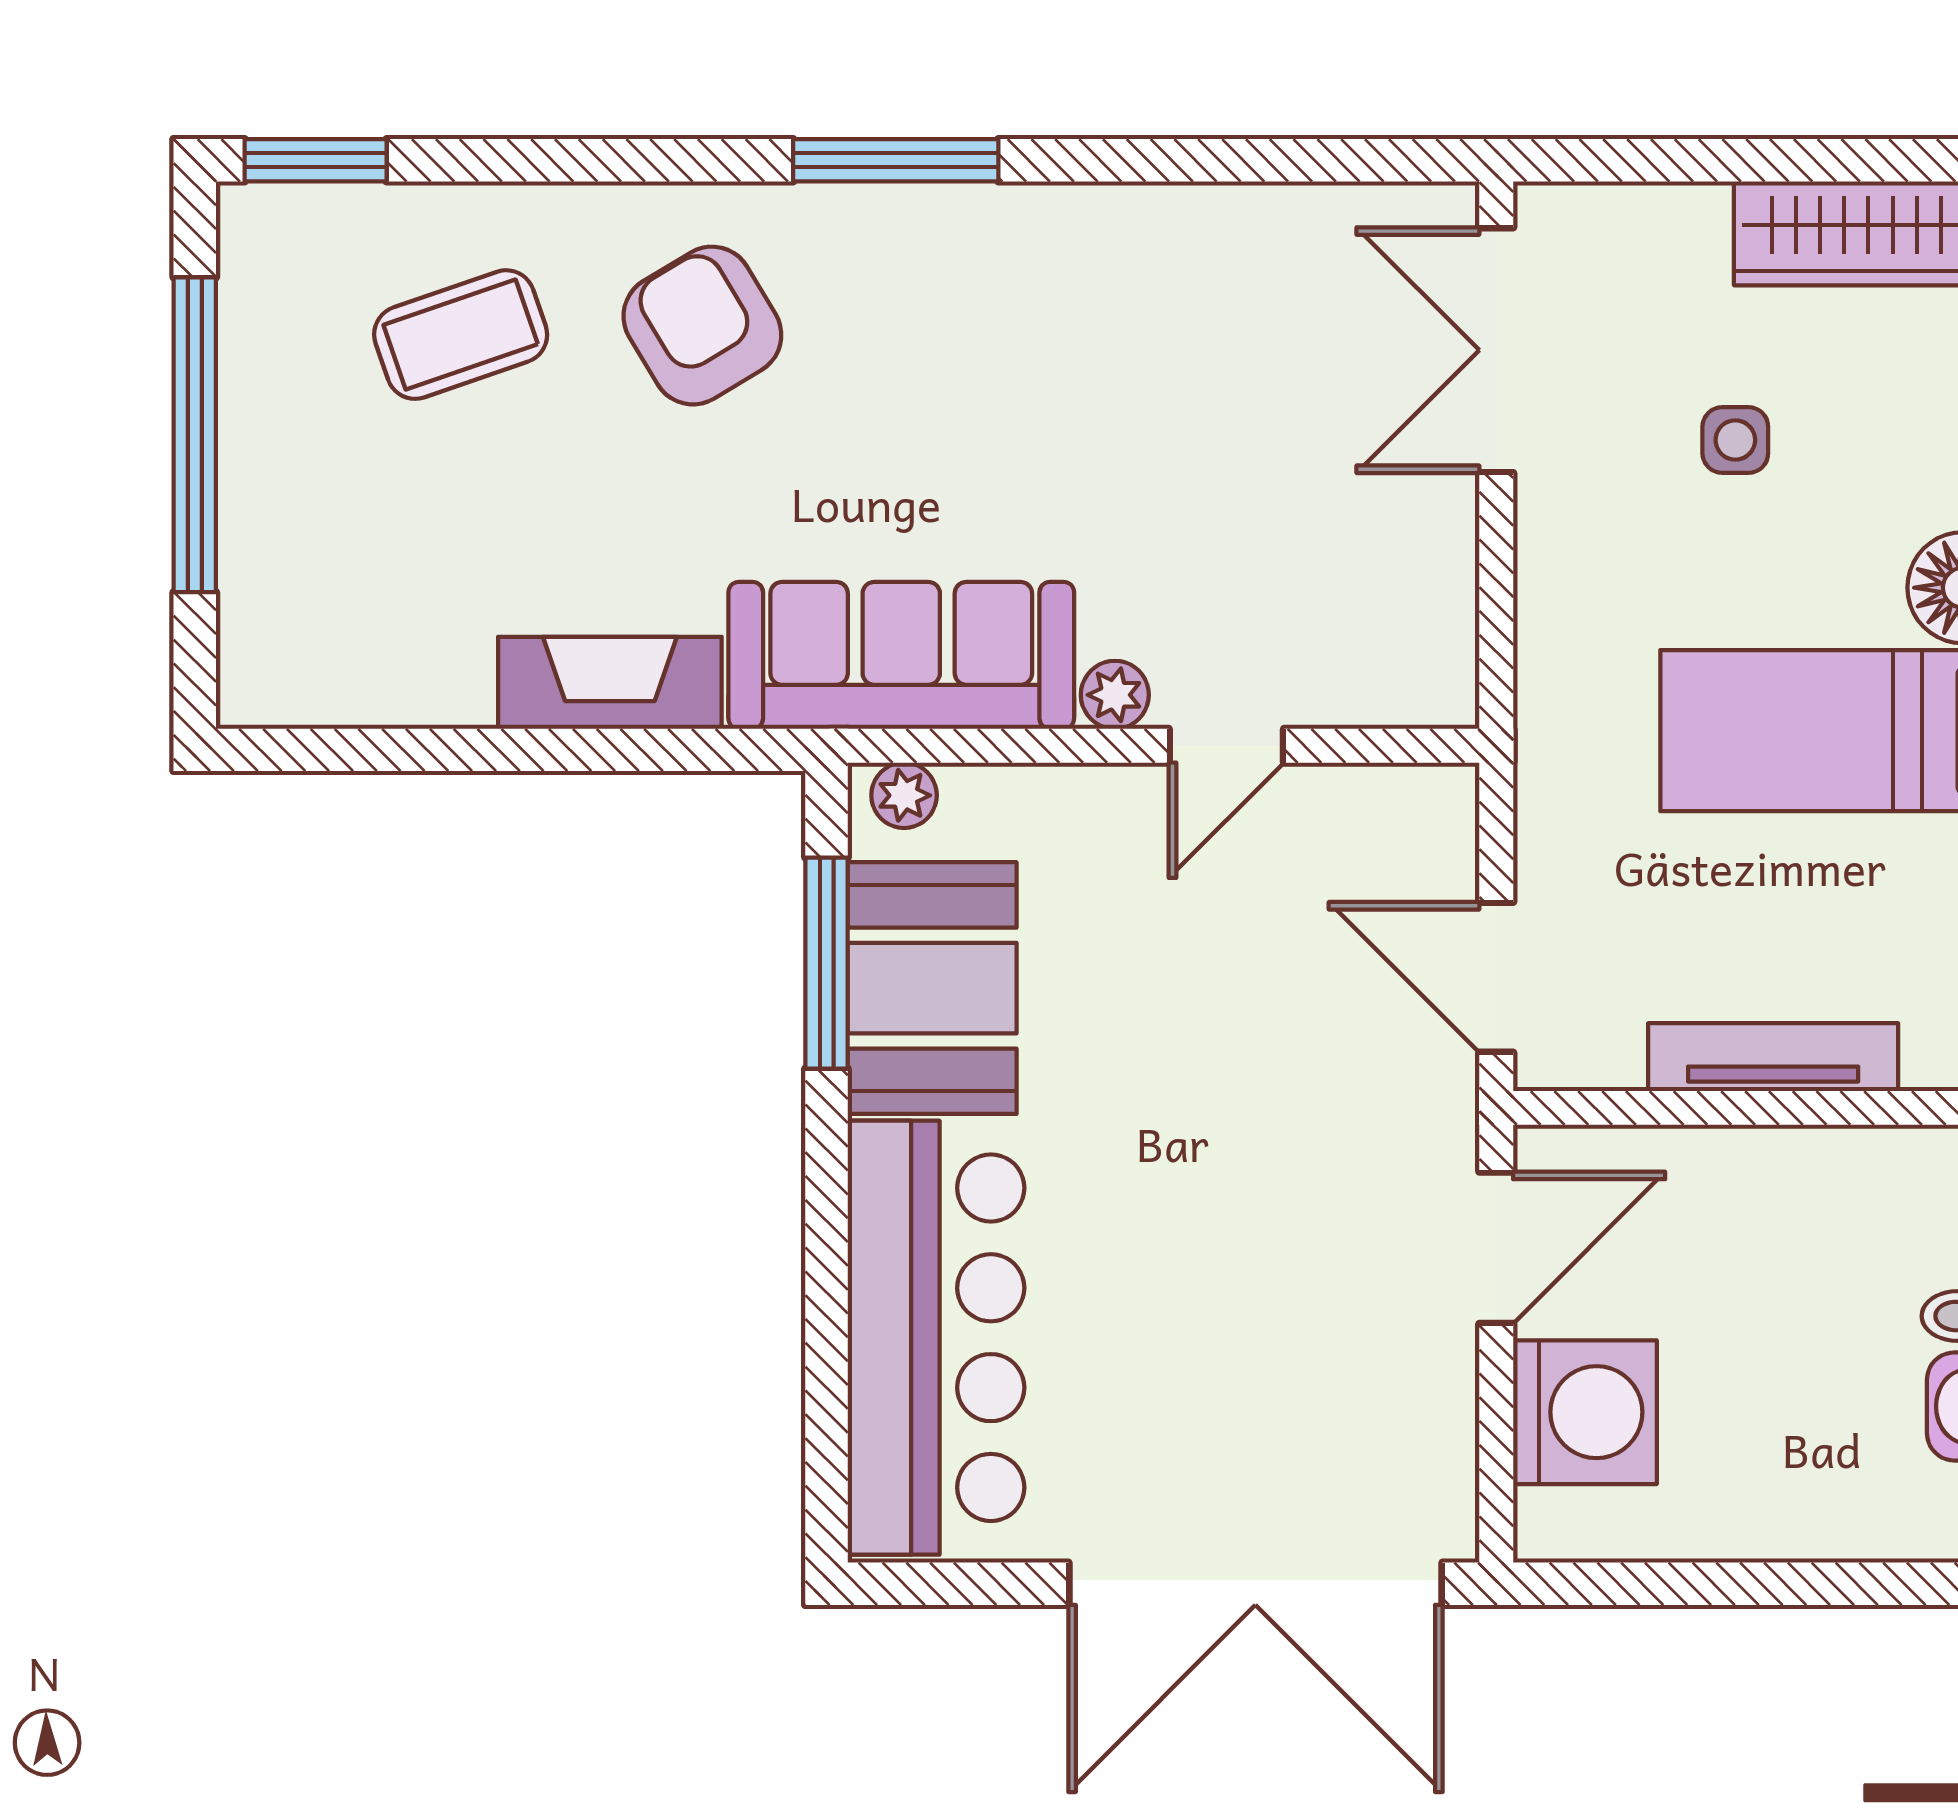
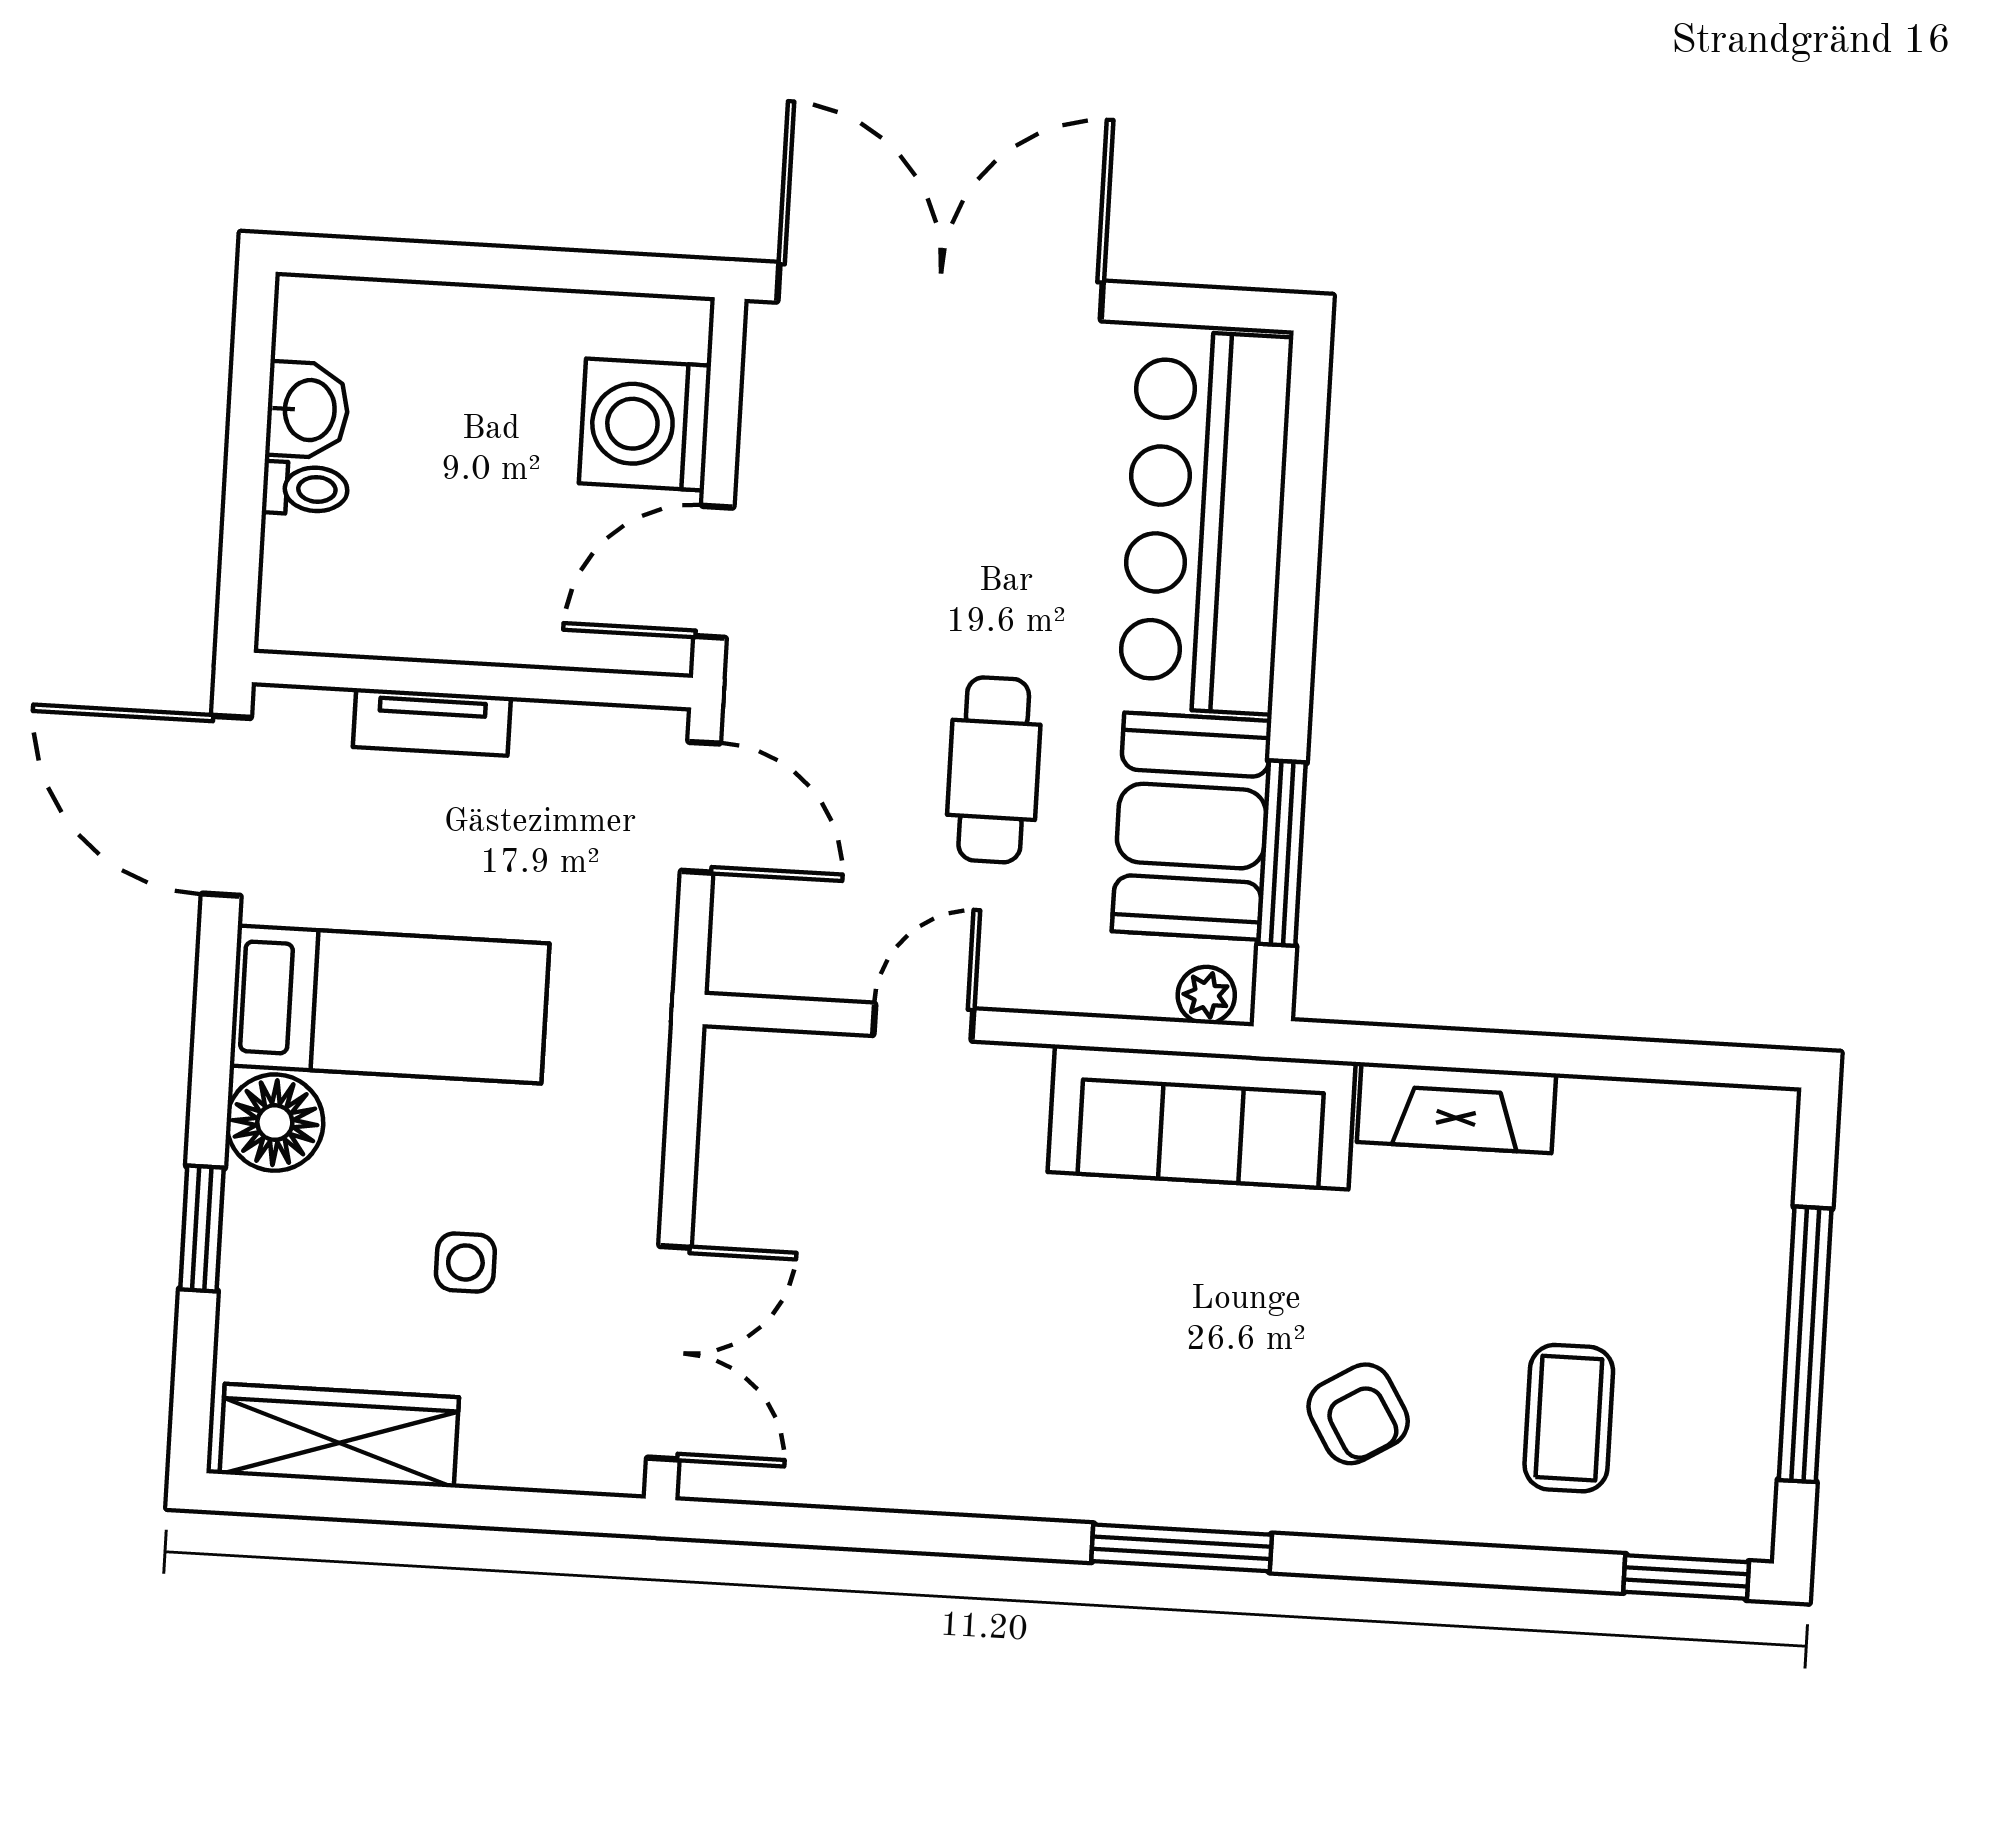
armchair: (702, 326) -> (1358, 1414), width x0.72, depth x0.72
coffee table: (461, 335) -> (1569, 1418), turned -71
plant: (1115, 695) -> (1018, 1072), removed
cafe table: (1162, 1039) -> (994, 770), added
tv unit: (1773, 1057) -> (432, 722), width x0.71

